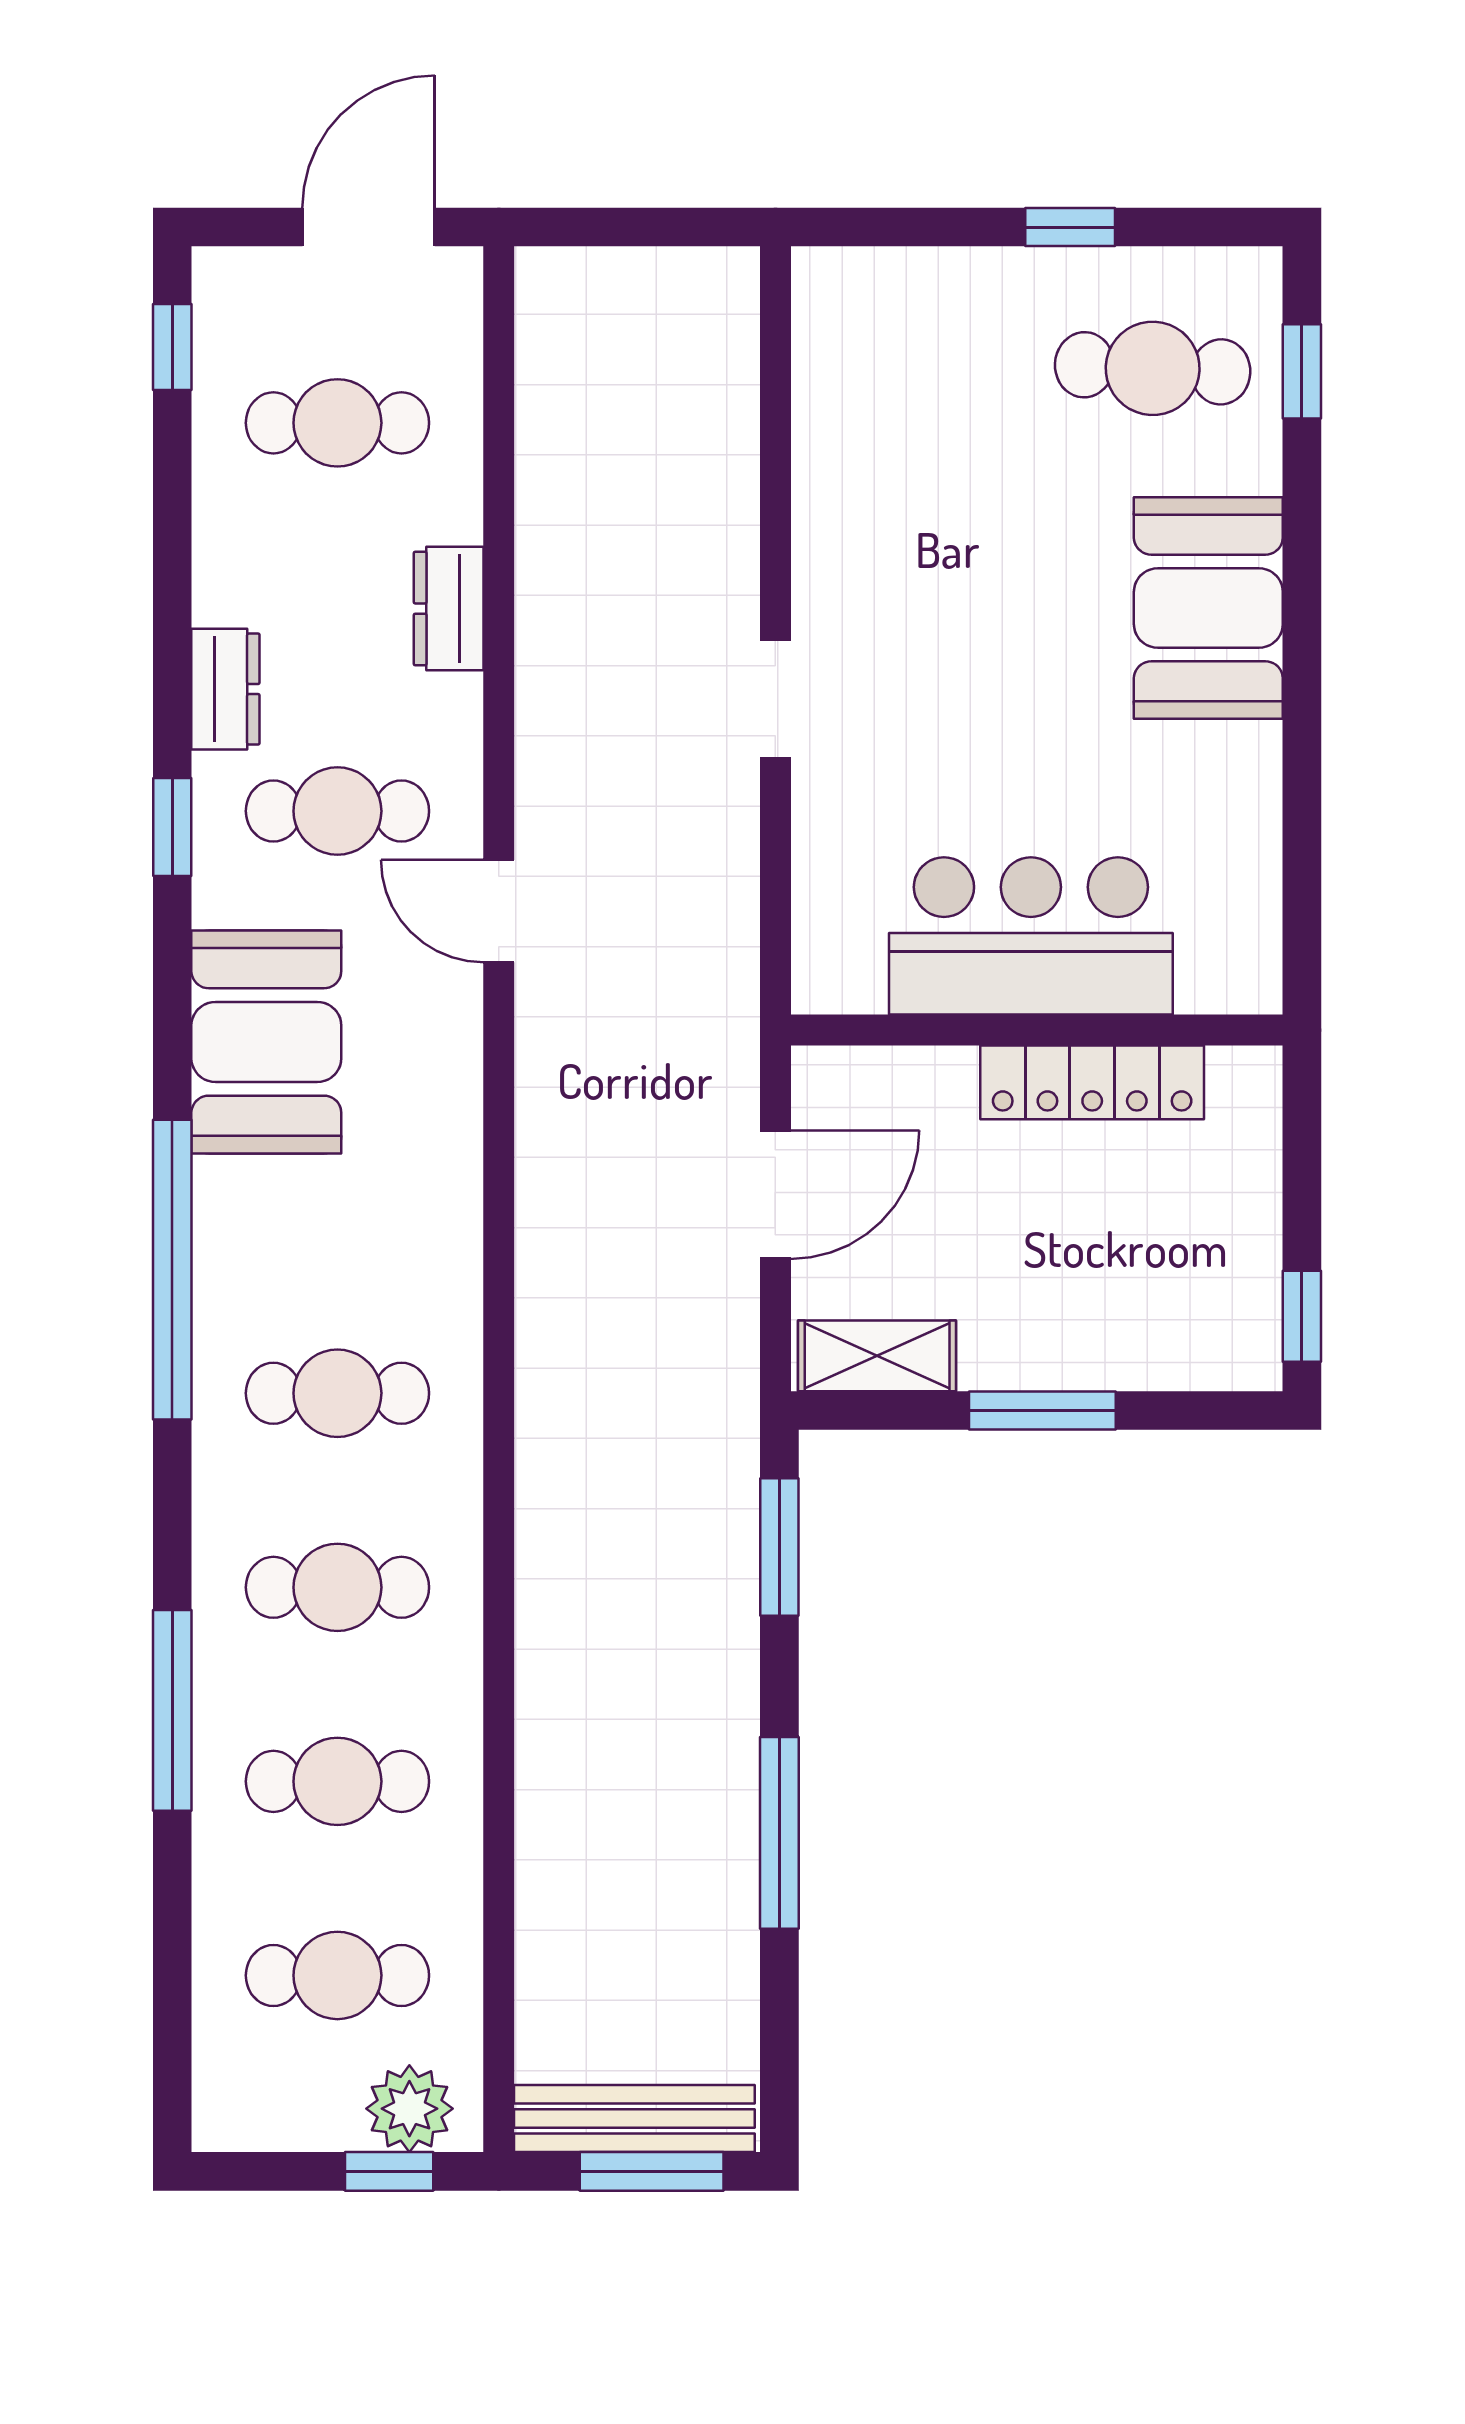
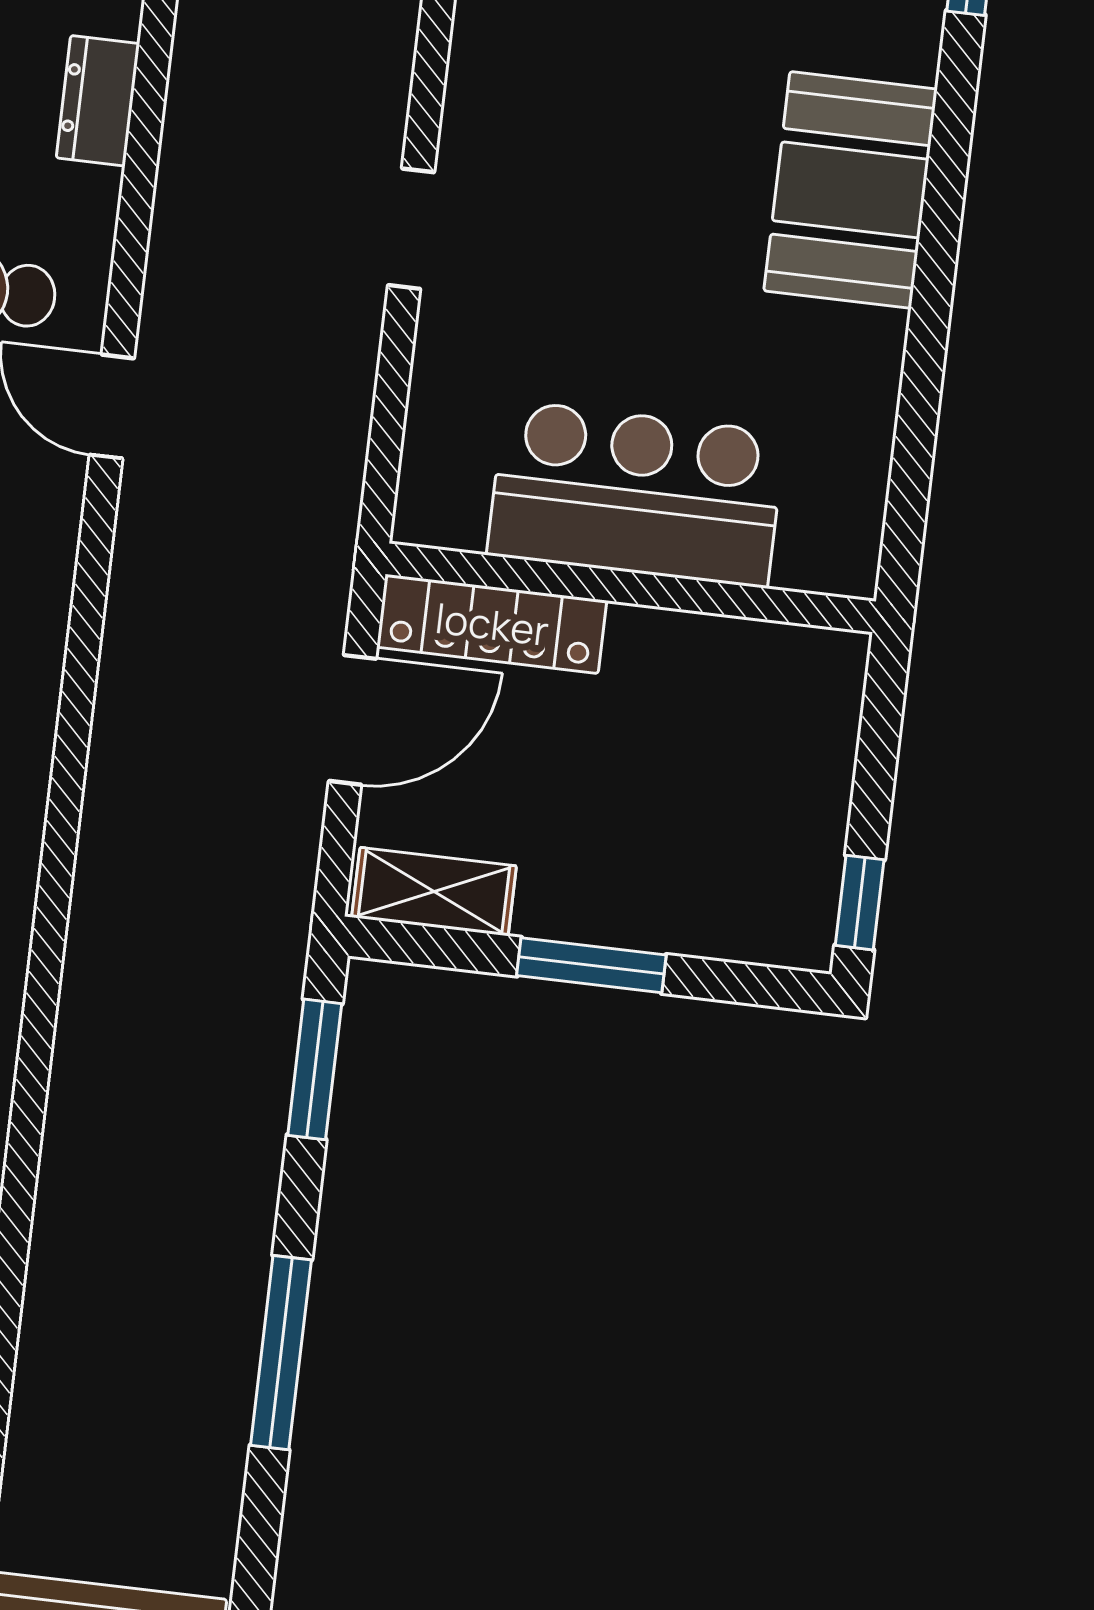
locker: (1092, 1082) -> (492, 624), moved

